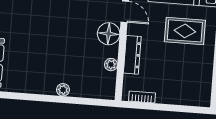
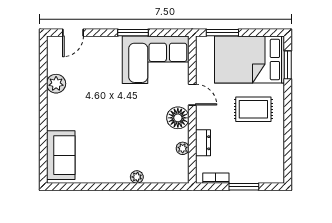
dresser: (132, 55) -> (203, 143), width x0.70
window: (169, 108) -> (244, 187), added

